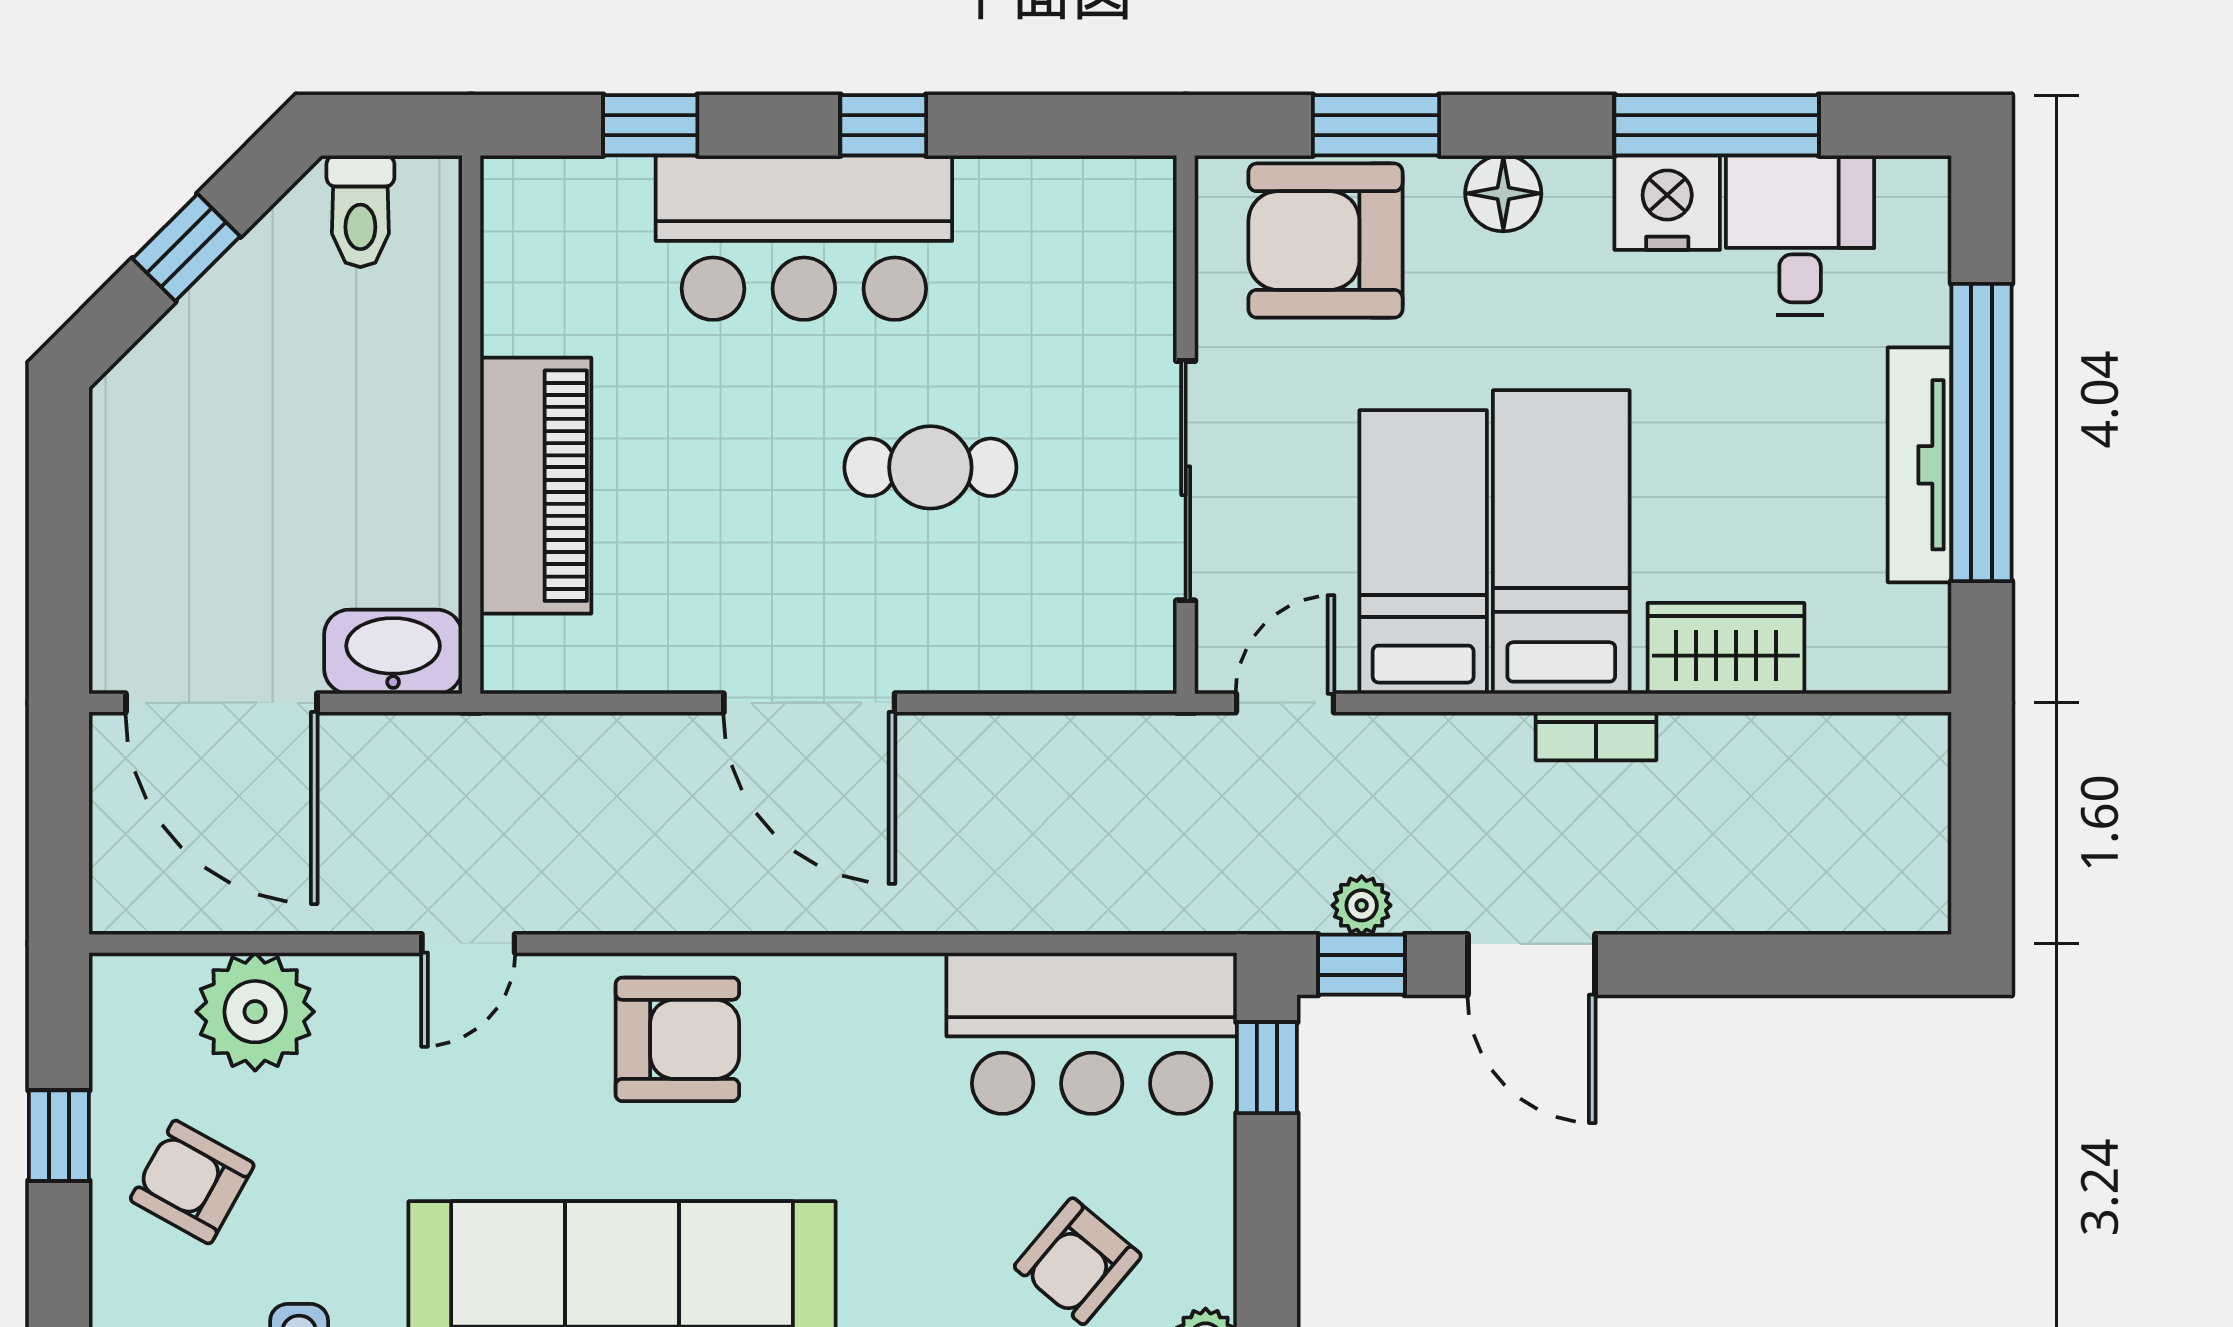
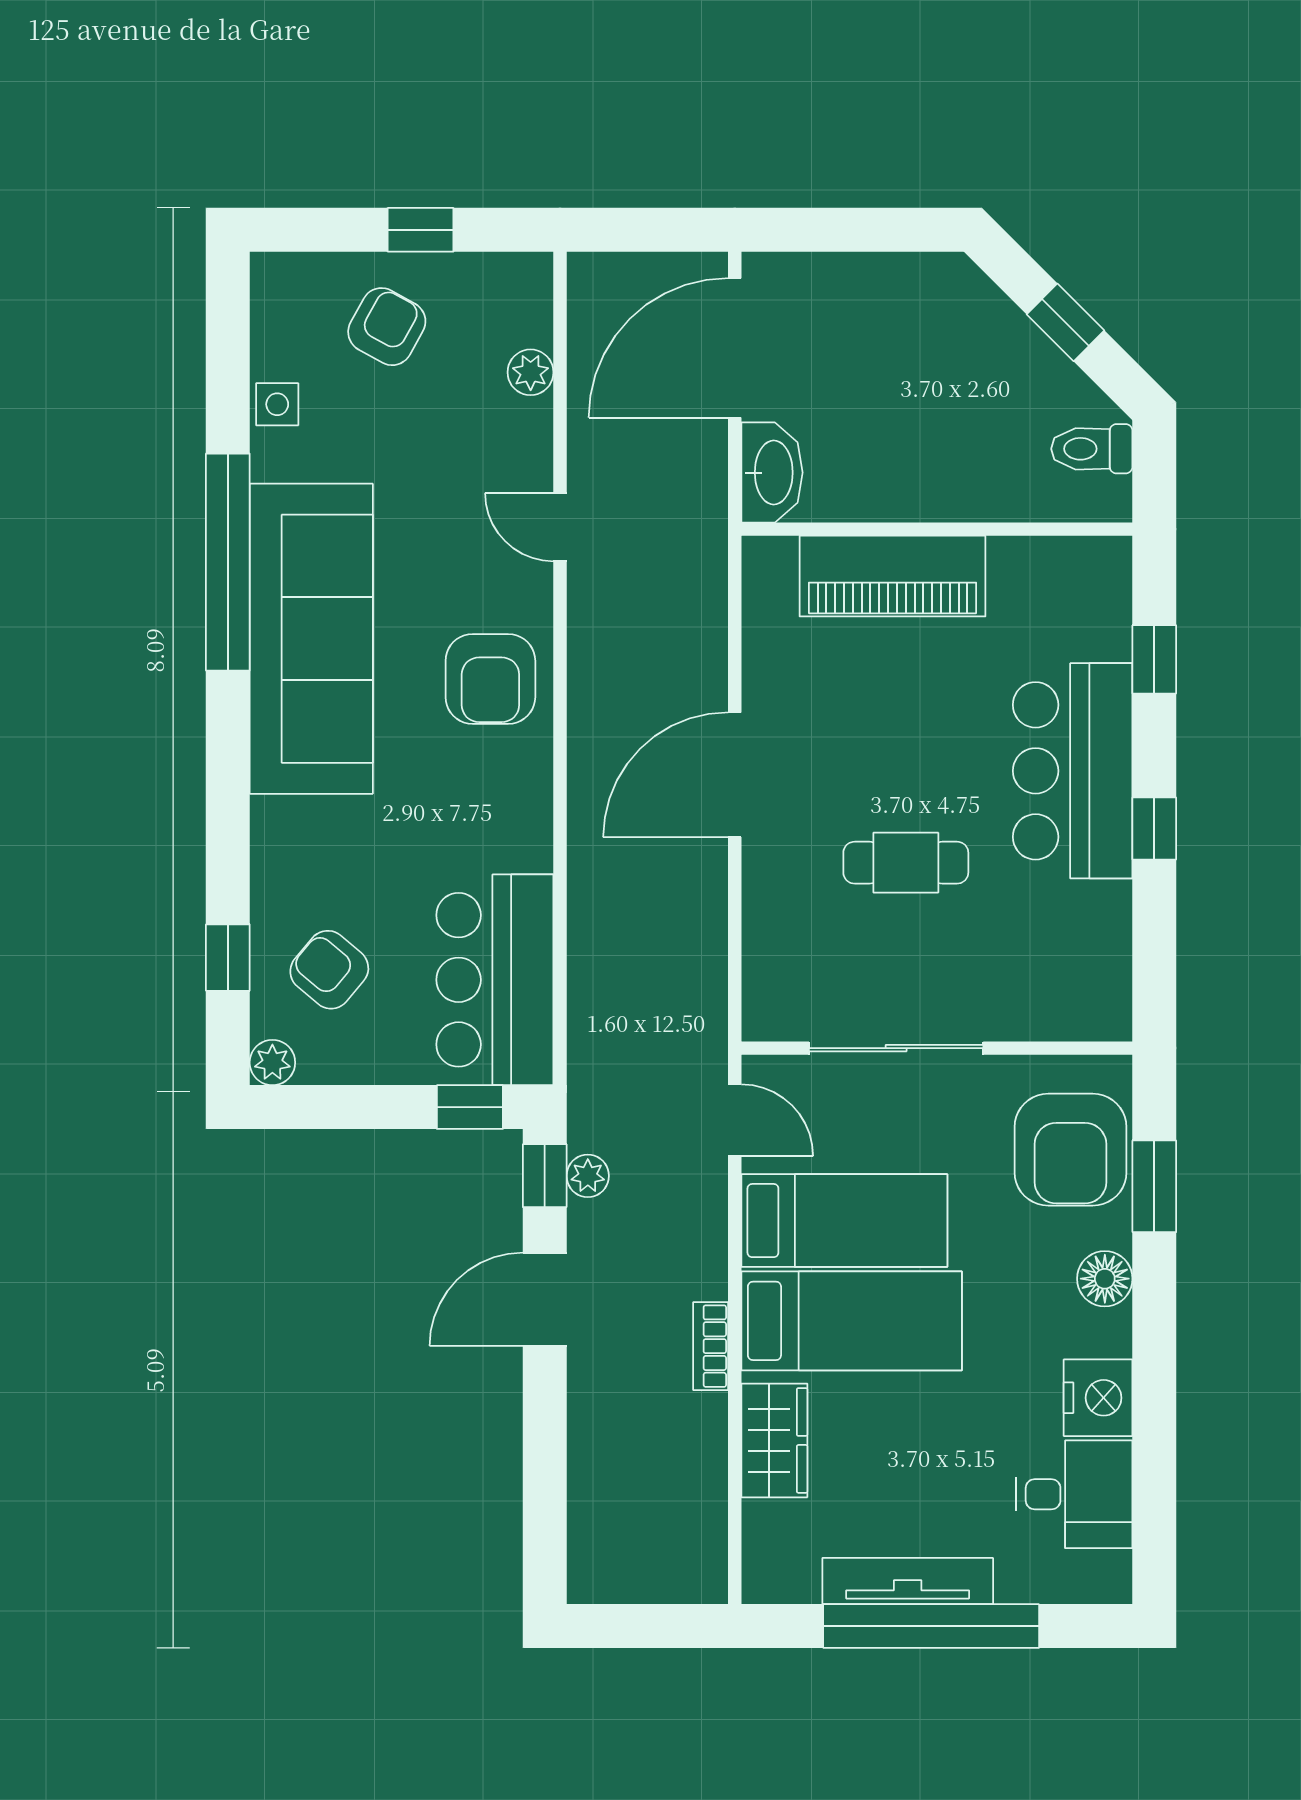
window: (1717, 125) -> (1154, 1434), removed
armchair: (1326, 241) -> (1071, 1150), turned 180
cafe table: (930, 467) -> (906, 863), turned 90
plant: (255, 1012) -> (531, 372), width x0.53, depth x0.53

